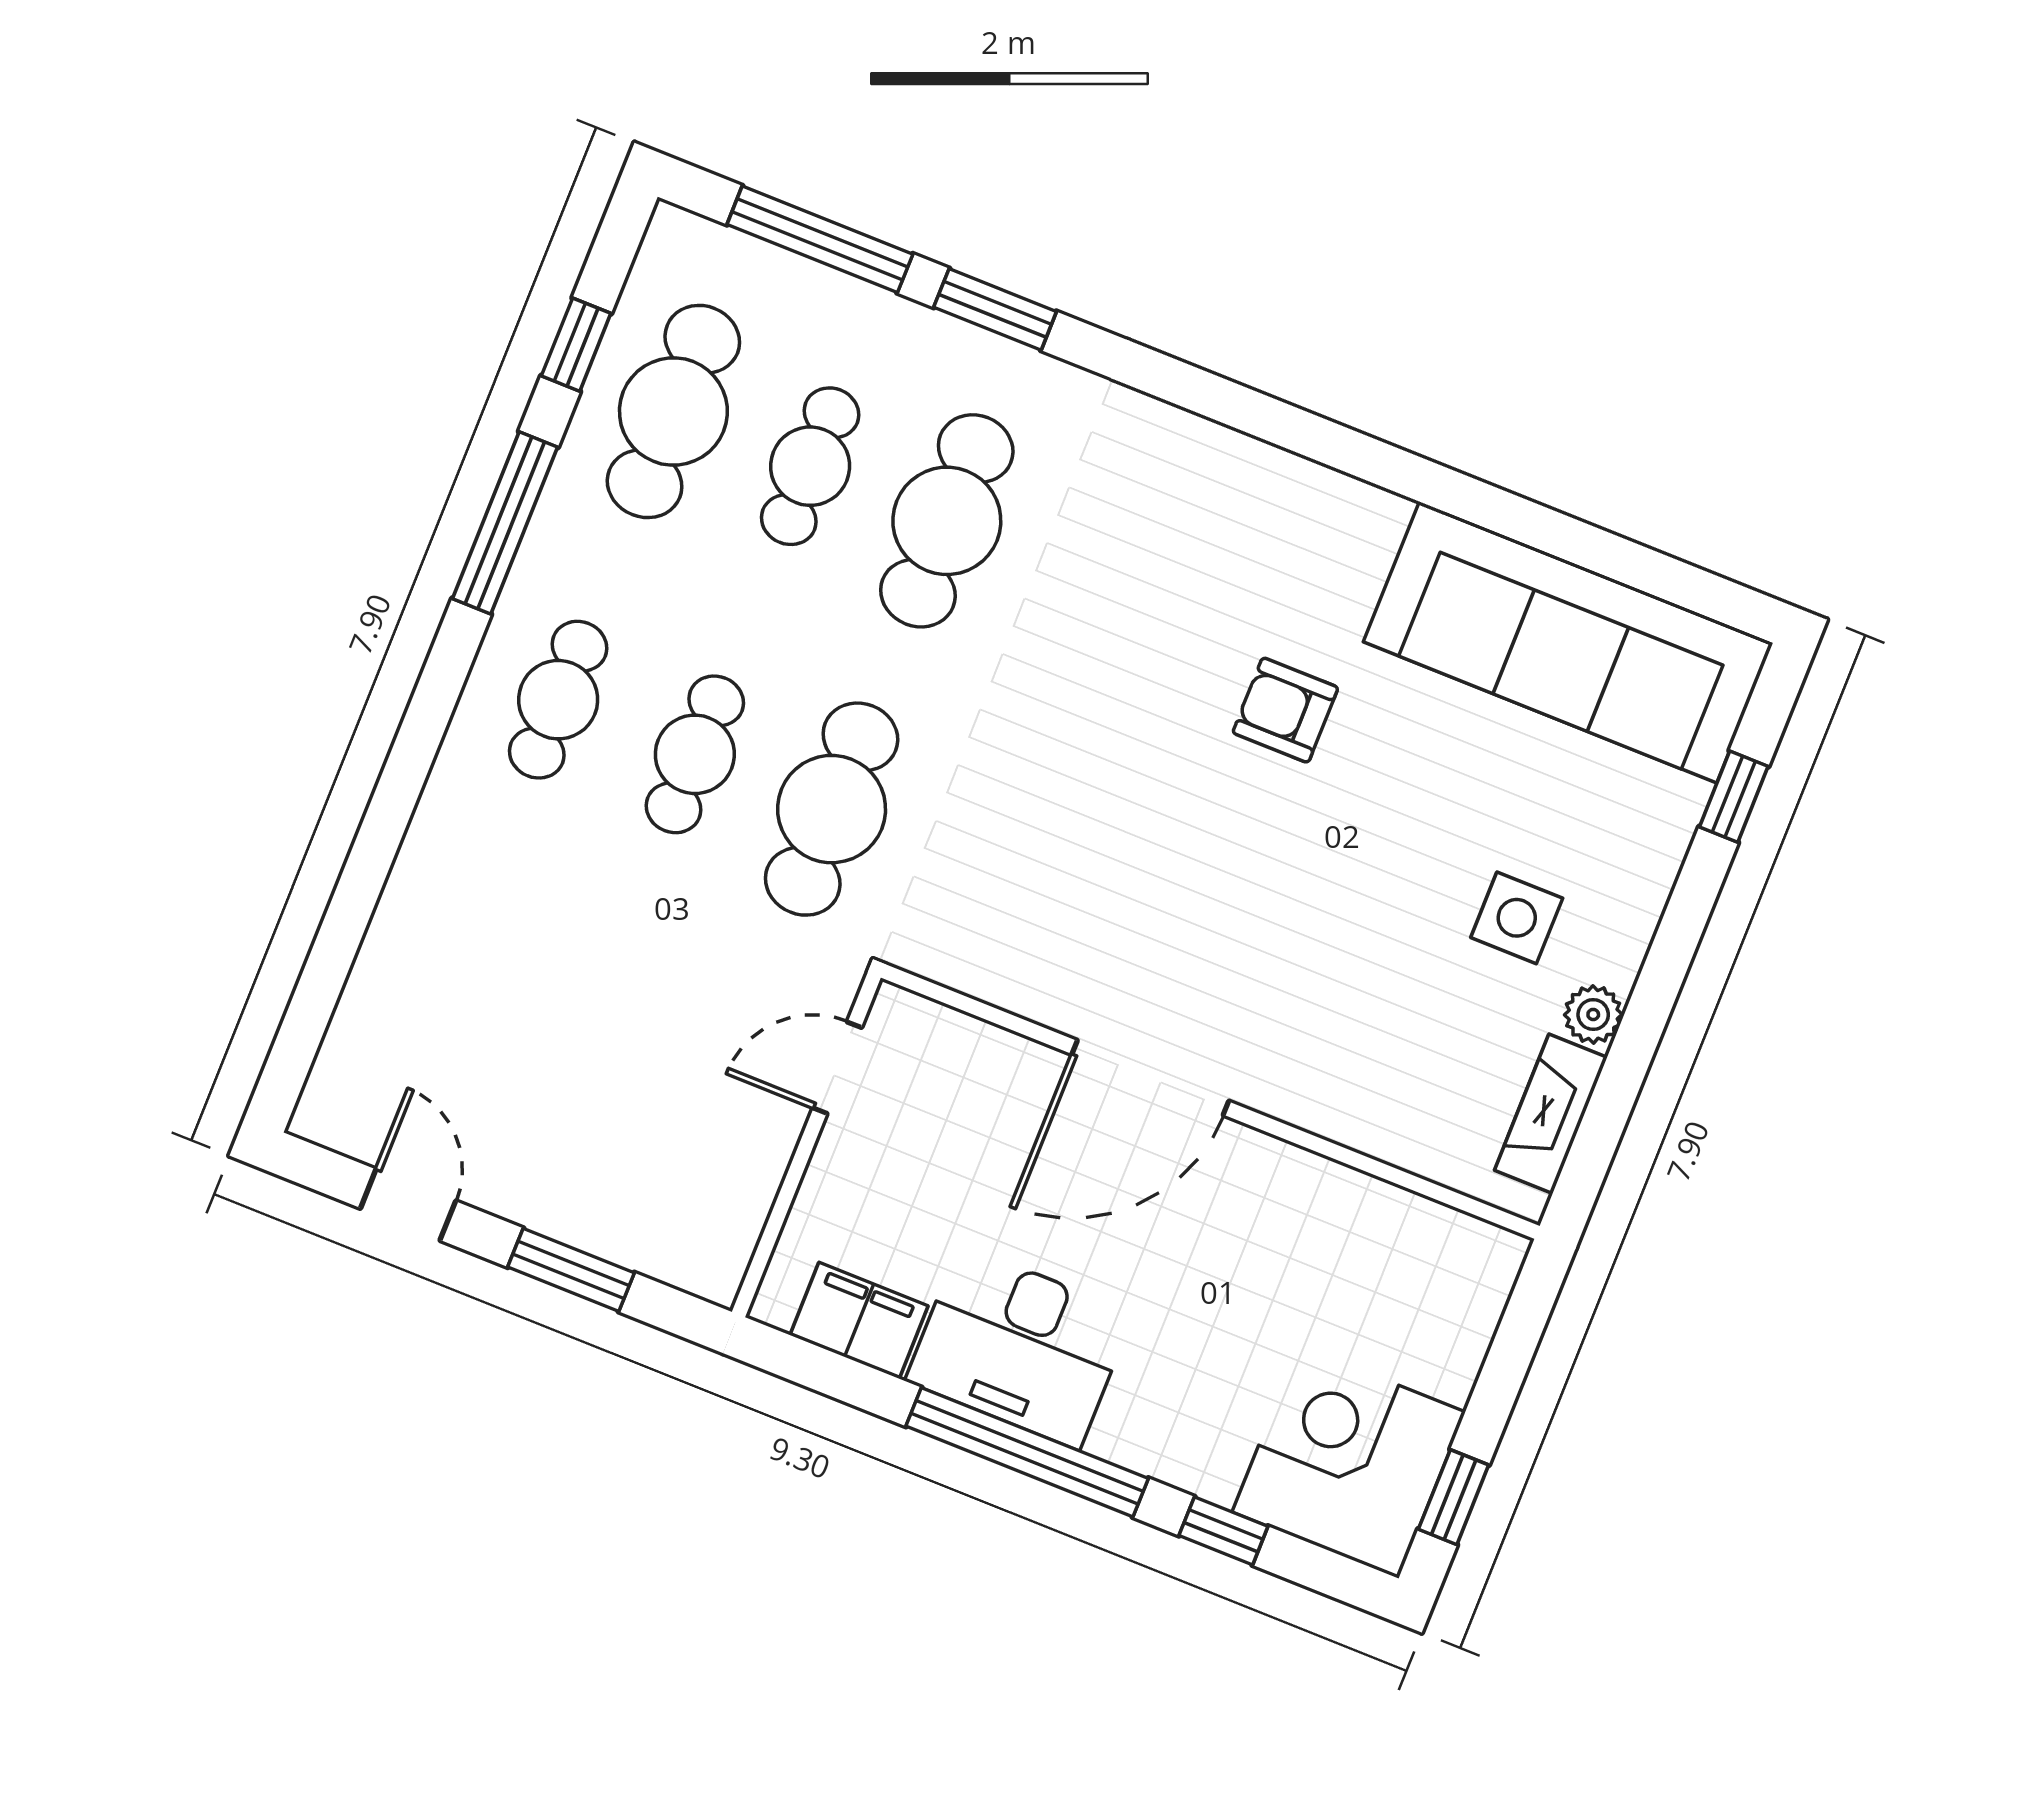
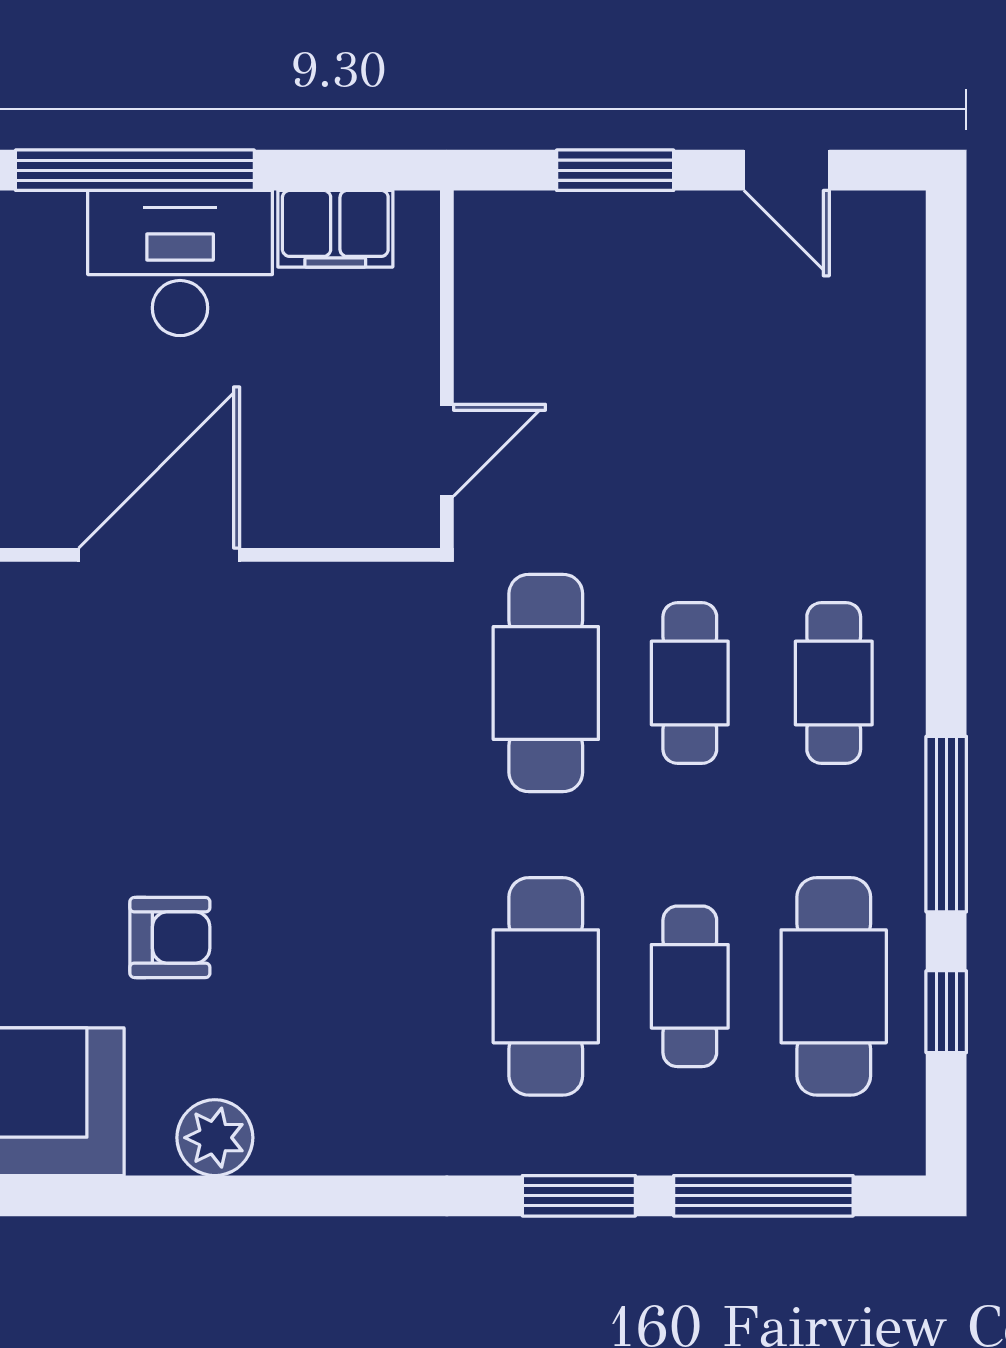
plant: (1319, 503) -> (215, 1138), added

